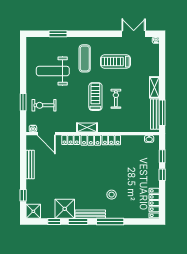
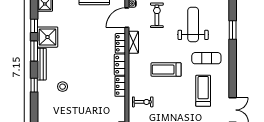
treadmill: (95, 97) -> (166, 70), turned 180
exercise bike: (116, 99) -> (143, 102), moved
shelving: (87, 127) -> (133, 42), moved
window: (110, 222) -> (34, 85), width x0.46

